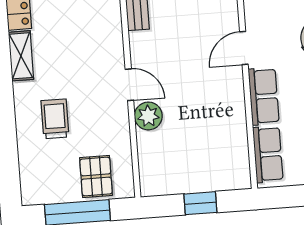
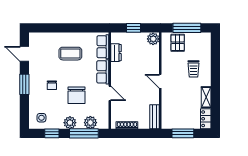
door: (244, 48) -> (110, 93), hinge flipped
plant: (148, 116) -> (153, 39), moved
dresser: (237, 143) -> (116, 53), added

